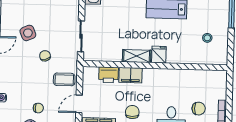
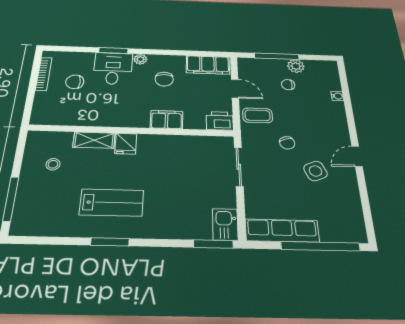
shelving: (137, 56) -> (94, 140), moved
printer: (108, 75) -> (220, 121), moved
door: (79, 104) -> (235, 88), hinge flipped

